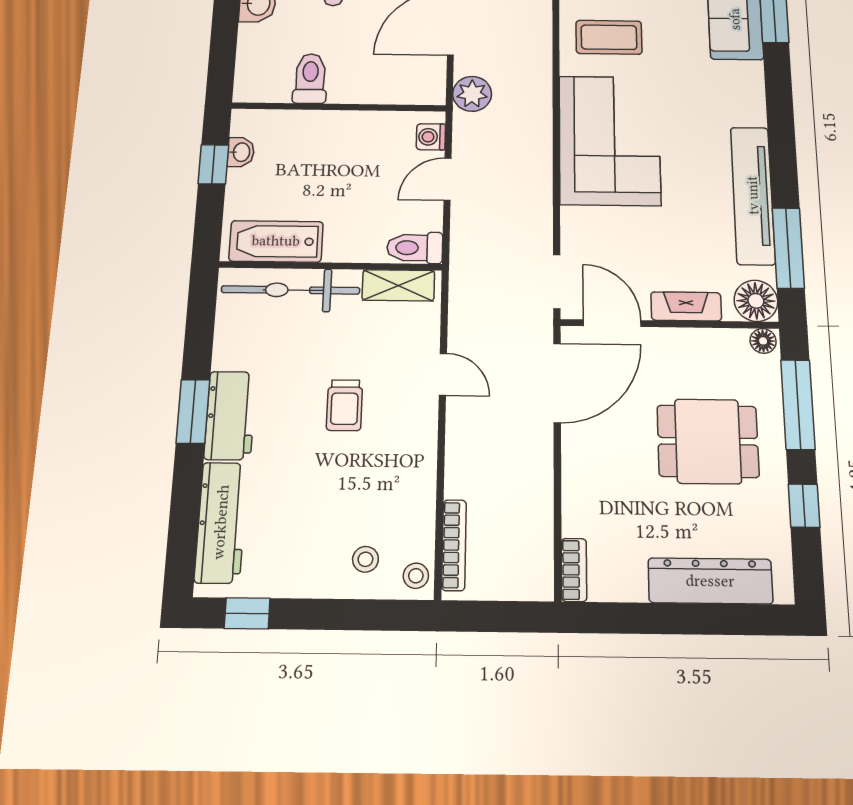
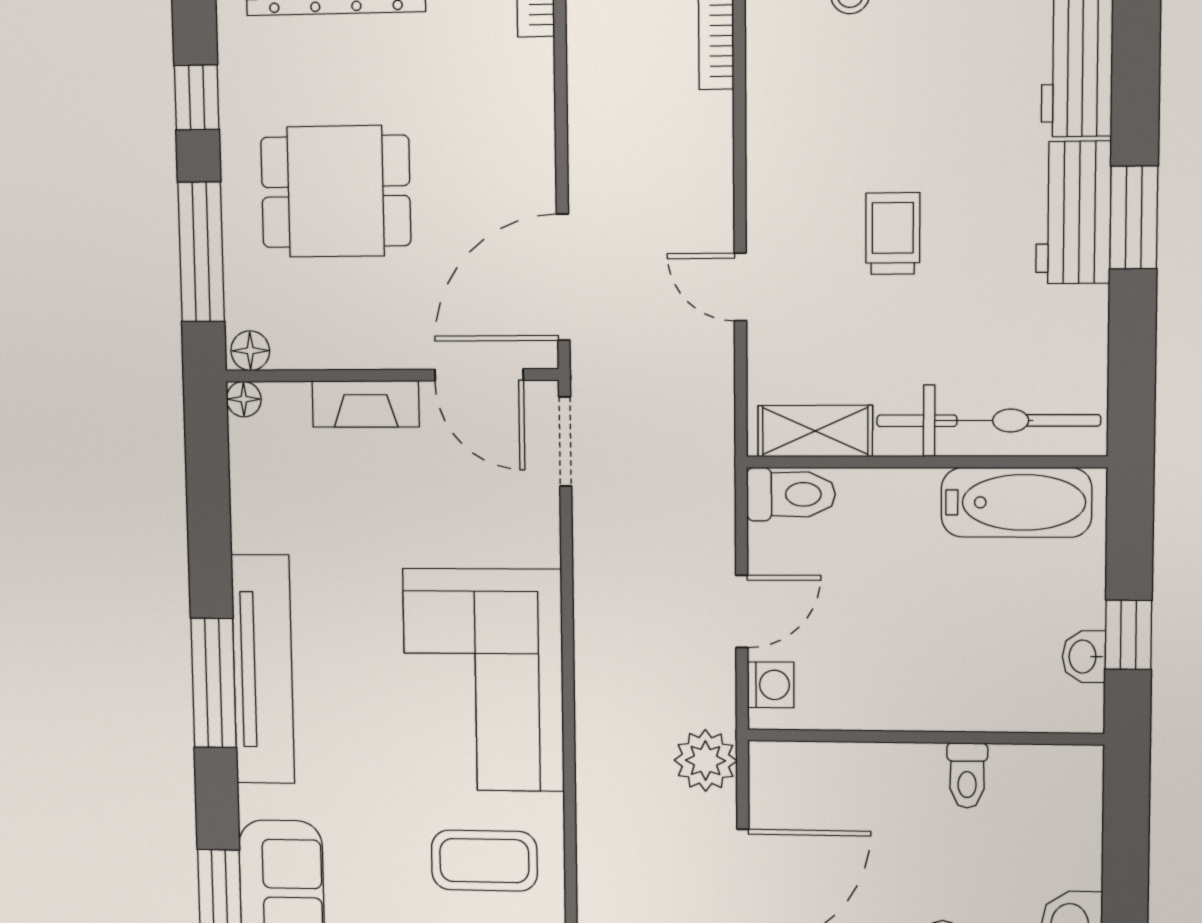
toilet: (310, 78) -> (967, 775), width x0.73, depth x0.72
tv unit: (753, 195) -> (263, 669), moved
window: (788, 248) -> (214, 683), moved
floor lamp: (756, 301) -> (244, 399), width x0.53, depth x0.53

